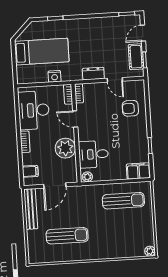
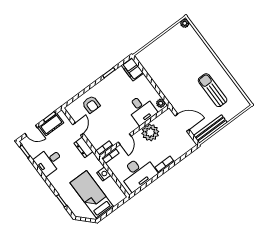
desk: (102, 31) -> (49, 161), added
filing cabinet: (30, 171) -> (183, 147), removed
sun lounger: (123, 201) -> (161, 66), removed

